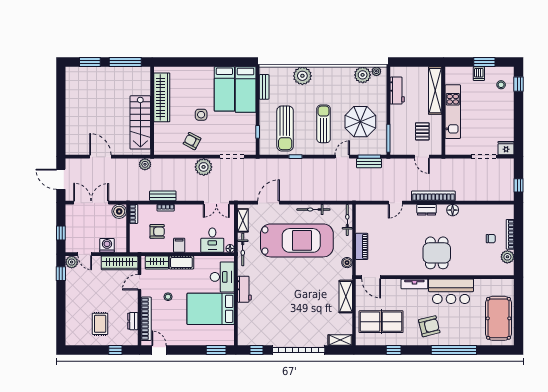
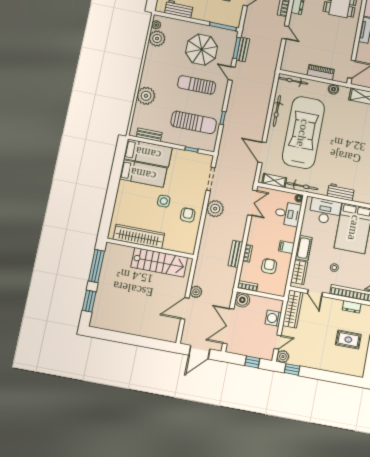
armchair: (192, 141) -> (188, 215), turned 152
plant: (145, 164) -> (196, 292), moved

